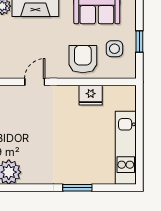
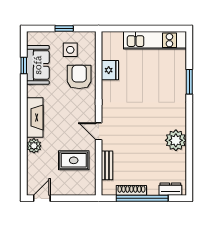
armchair: (83, 59) -> (79, 77), turned 90
door: (35, 82) -> (99, 131), moved

